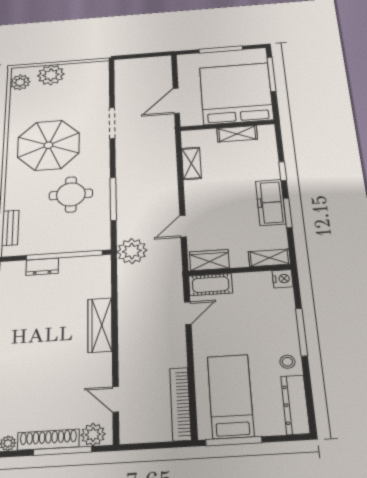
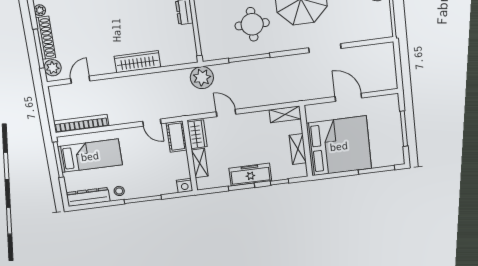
bed: (236, 93) -> (339, 146), moved
wall: (227, 125) -> (306, 141), moved
shelving: (237, 134) -> (298, 149), moved
shelving: (269, 258) -> (200, 163), moved

